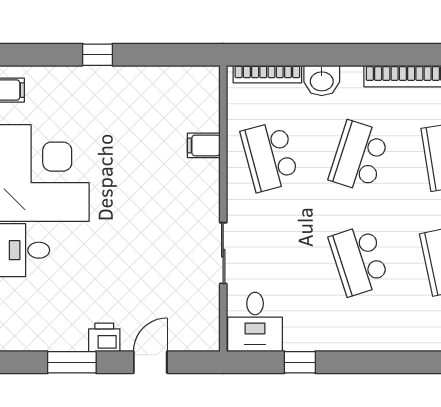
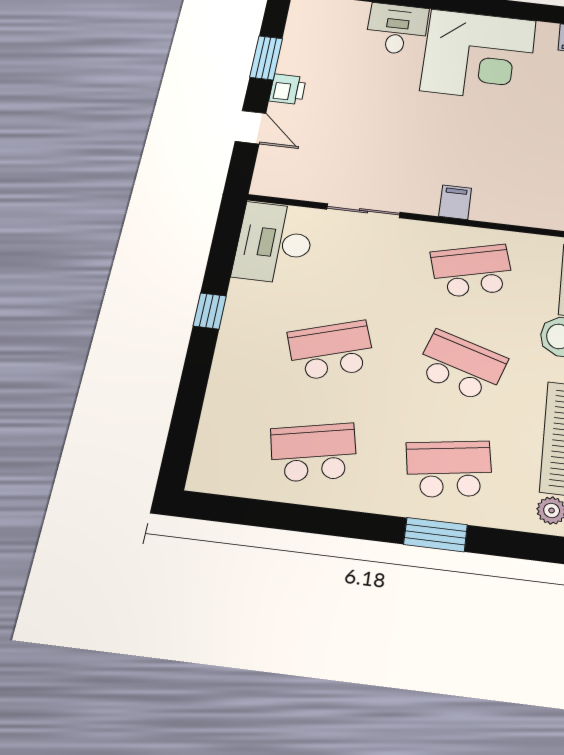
filing cabinet: (204, 145) -> (455, 202), moved
desk: (255, 322) -> (274, 243), width x1.37
window: (300, 362) -> (210, 311), moved

